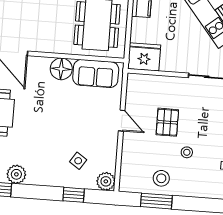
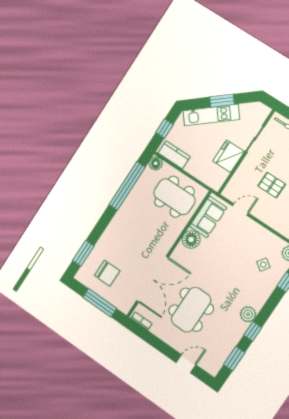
fridge: (144, 57) -> (229, 156), moved
door: (122, 121) -> (240, 210), moved

